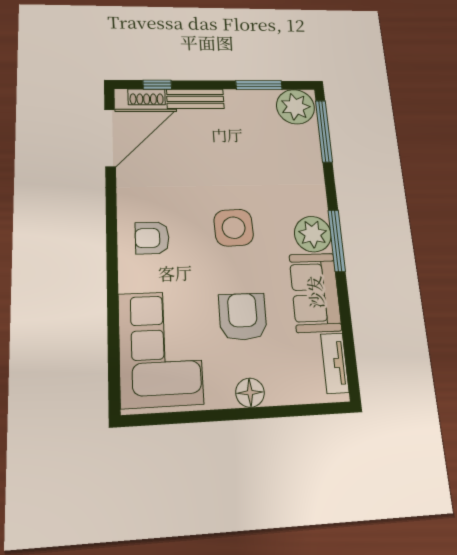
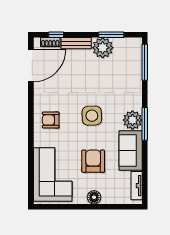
plant: (295, 107) -> (103, 48), moved

